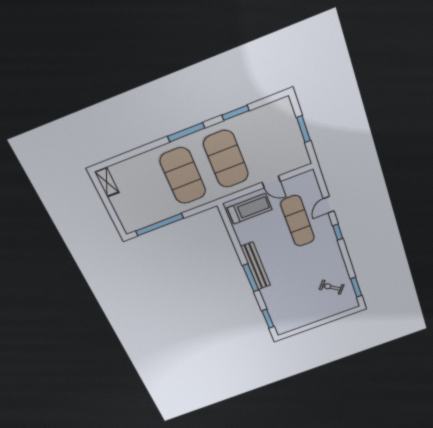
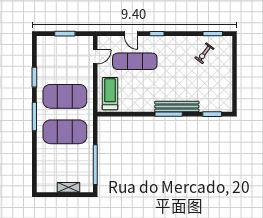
shelving: (107, 182) -> (68, 187), moved
door: (271, 182) -> (95, 57), moved
bench: (256, 266) -> (177, 106), moved

